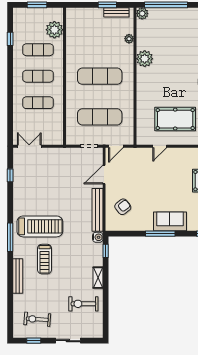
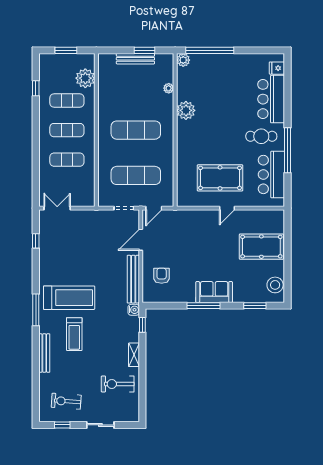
bench: (116, 12) -> (135, 59), moved, width x1.36
door: (160, 146) -> (227, 208), moved
armchair: (123, 207) -> (162, 276), turned -52

